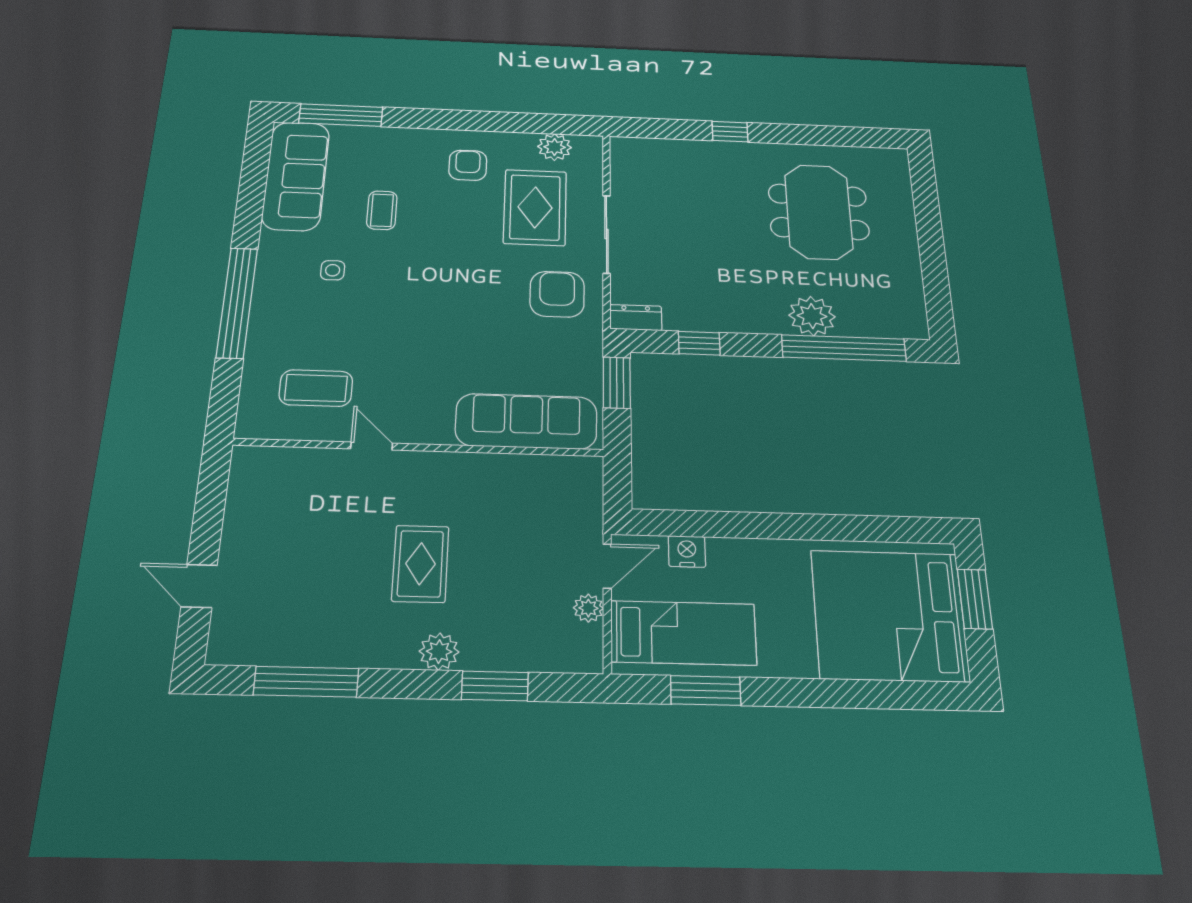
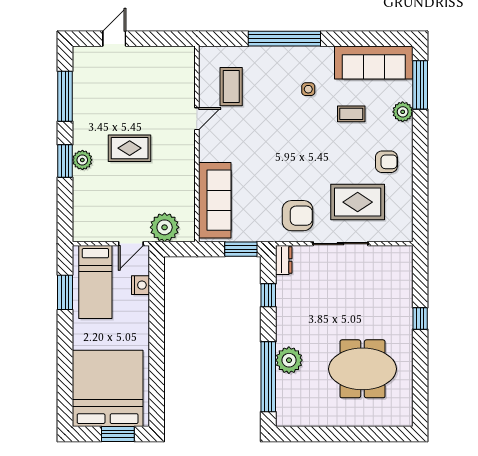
plant: (555, 147) -> (403, 112), moved
door: (607, 566) -> (131, 244), hinge flipped
plant: (588, 608) -> (165, 227), moved, width x1.87, depth x1.87
window: (495, 686) -> (65, 161), moved

